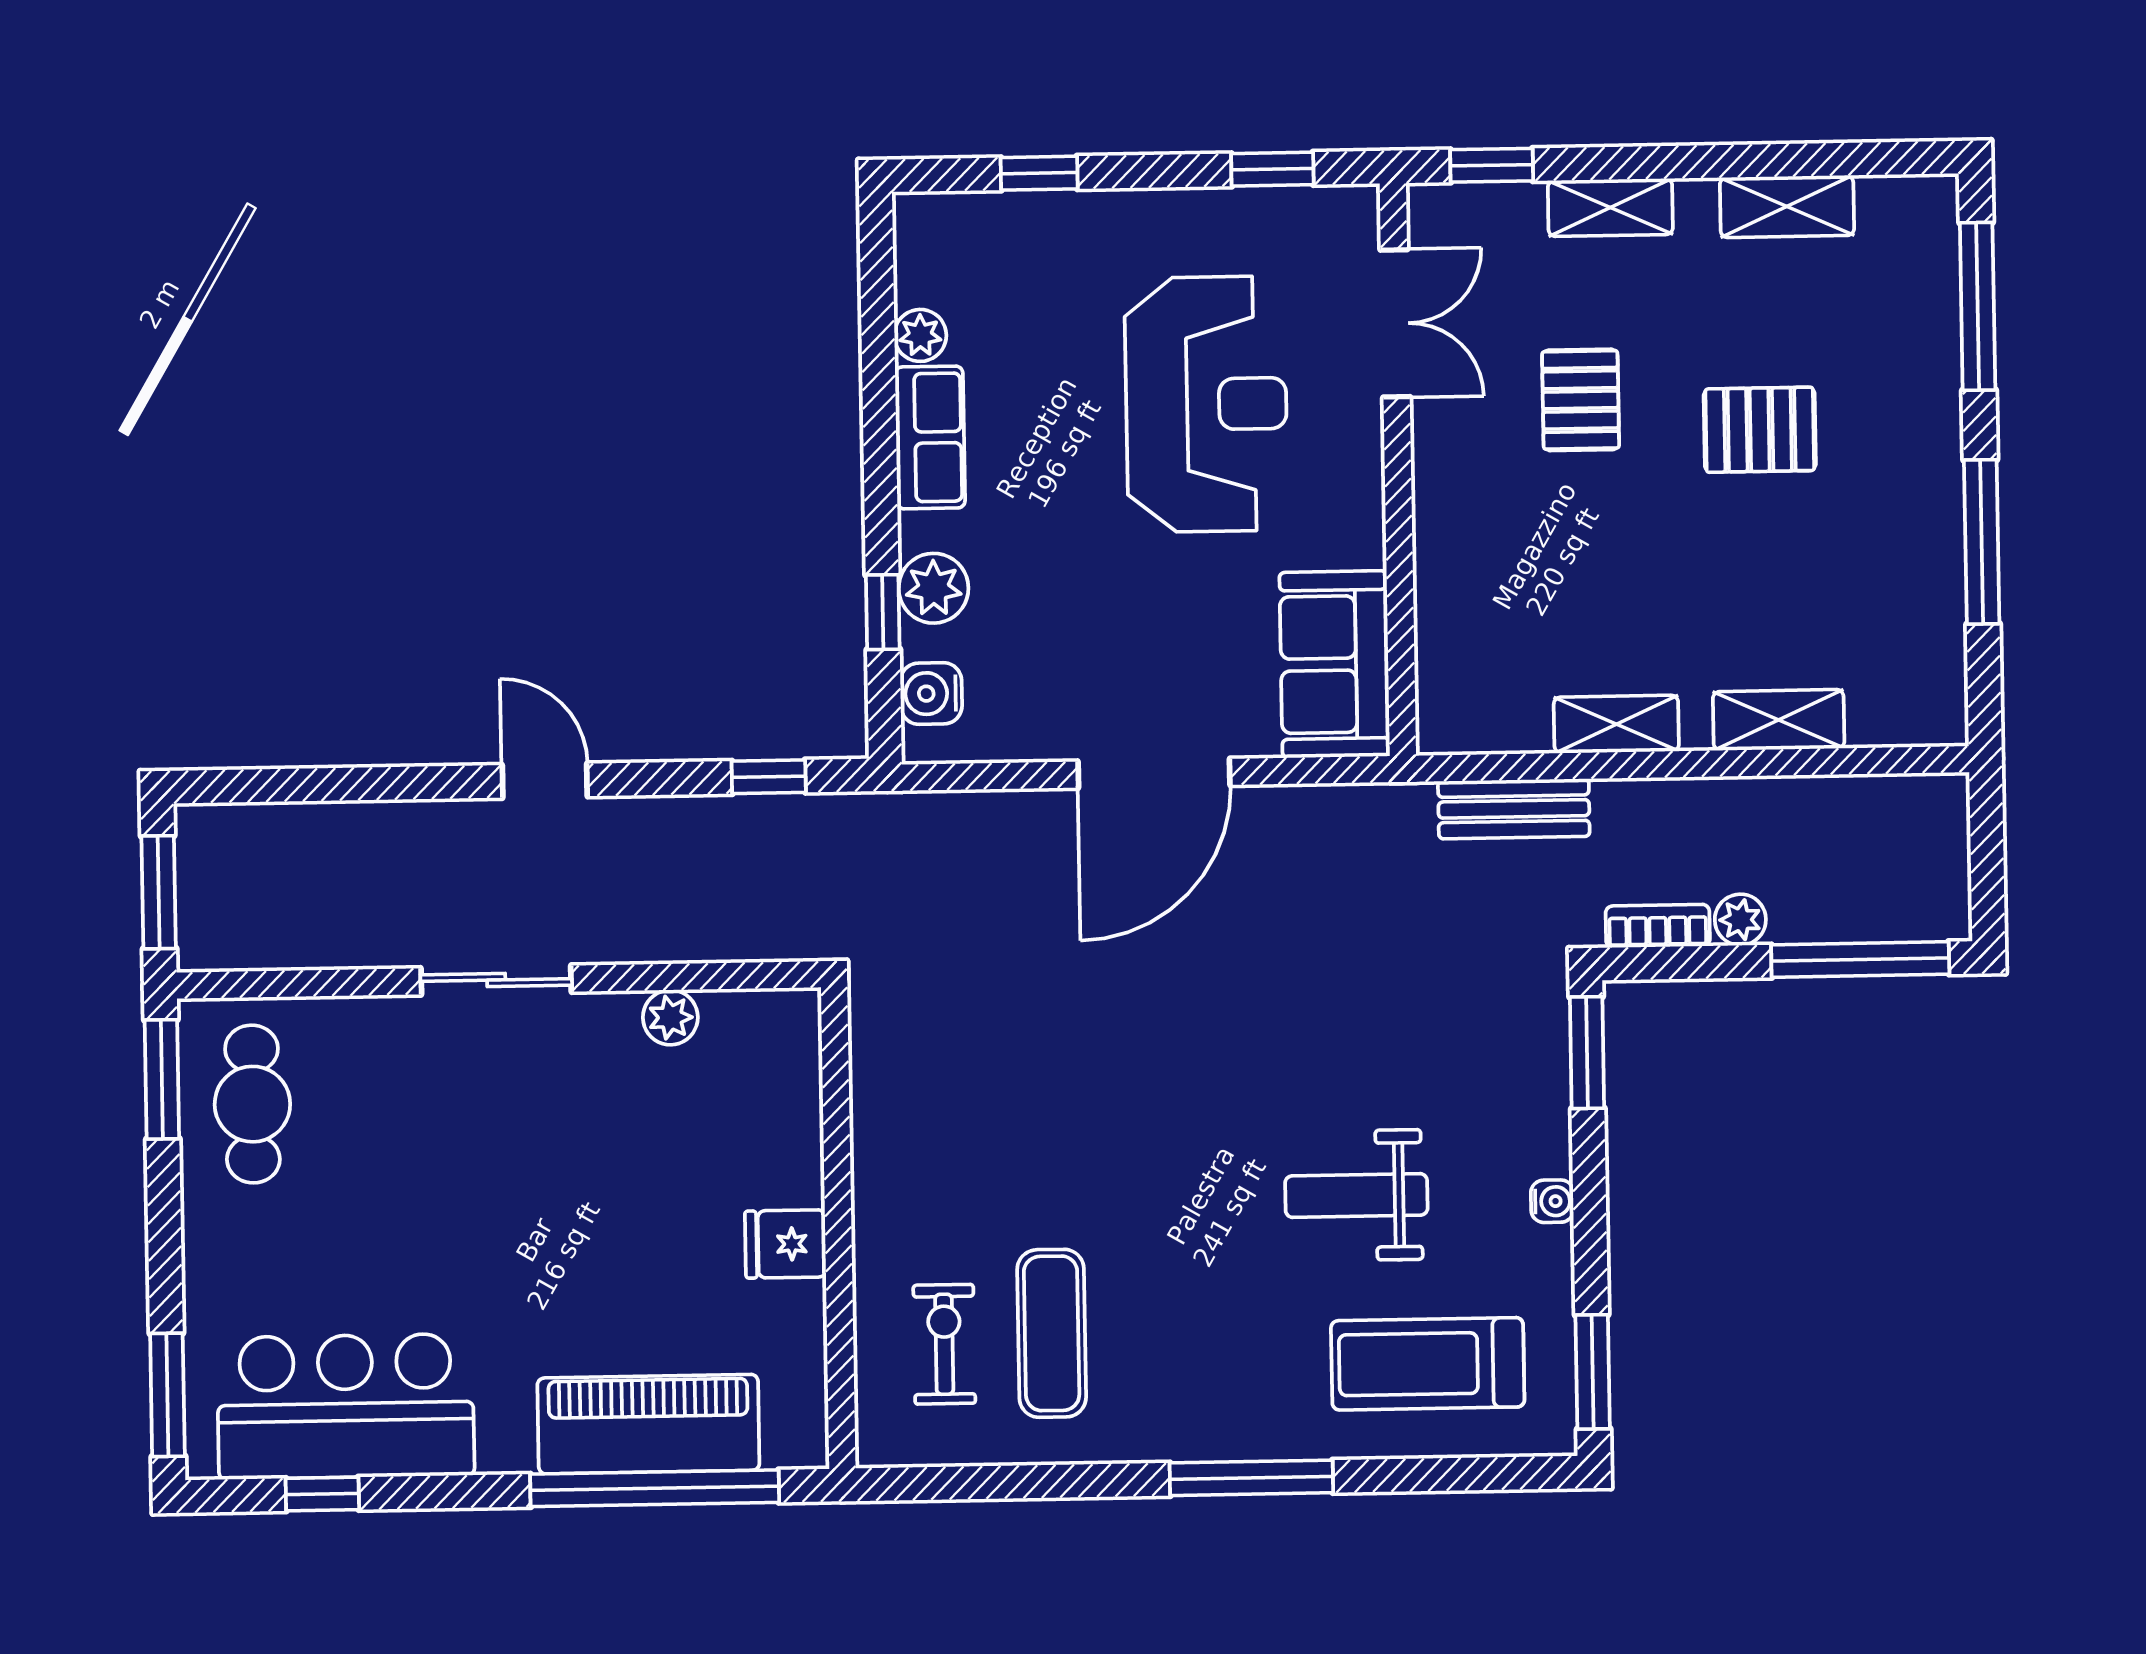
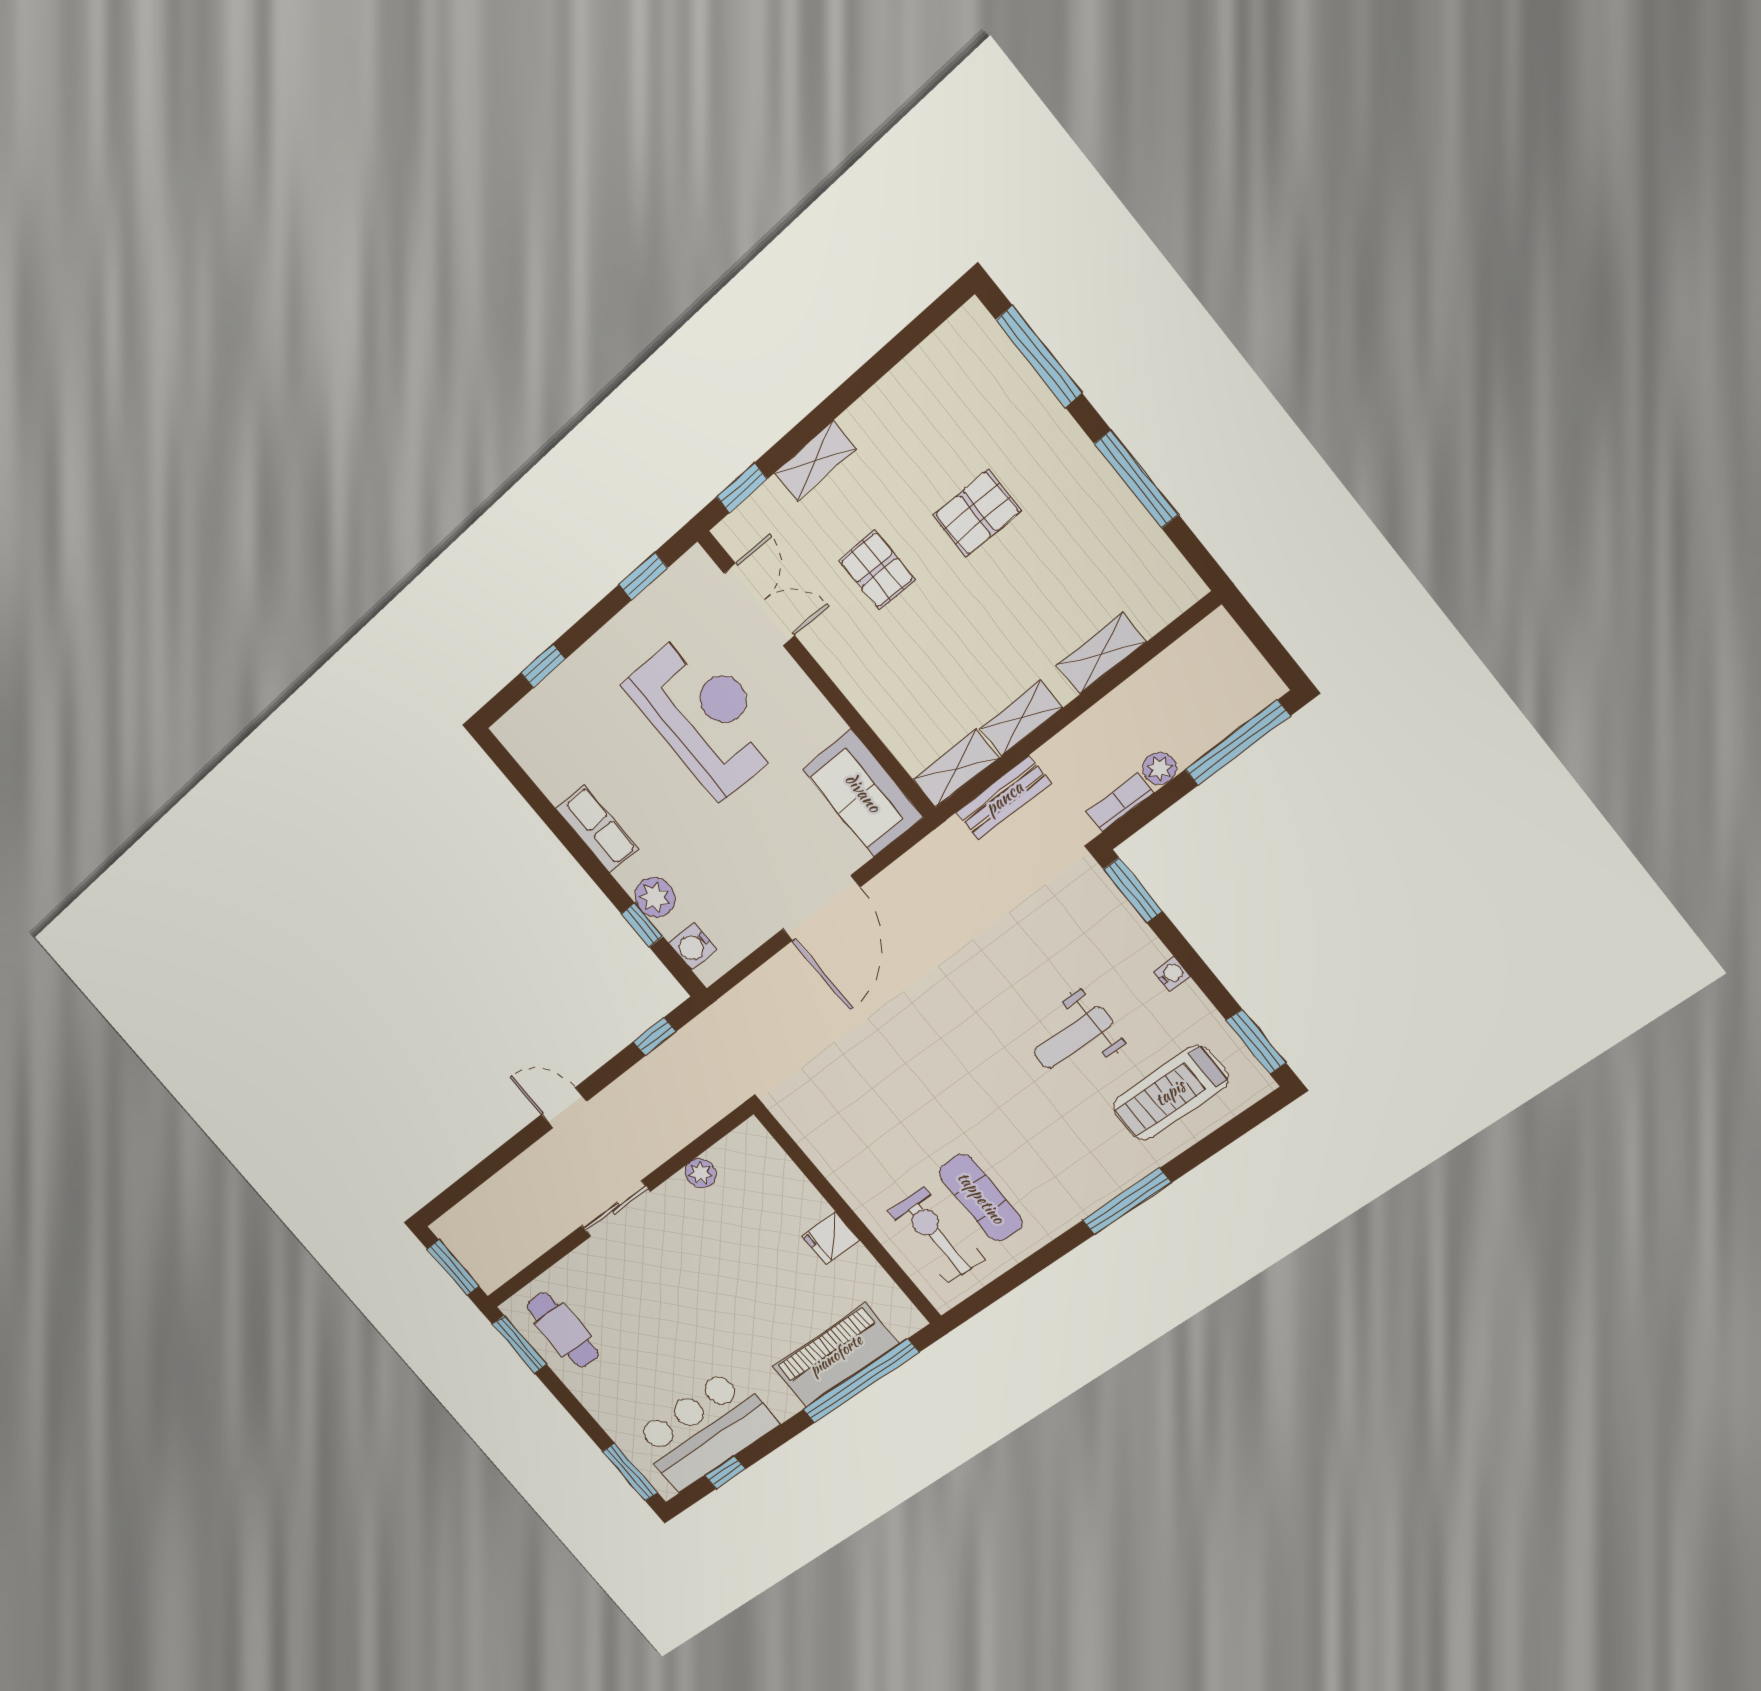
shelving: (1787, 206) -> (956, 768), moved
plant: (920, 335) -> (554, 785), removed
exercise bike: (944, 1344) -> (936, 1235), width x1.38, depth x1.39

